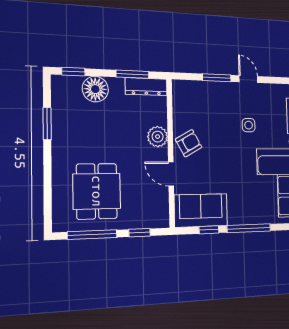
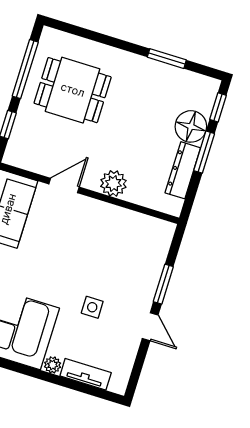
window: (133, 74) -> (204, 152), moved
door: (248, 79) -> (150, 327), hinge flipped
dresser: (146, 87) -> (183, 170), moved
armchair: (189, 143) -> (94, 220), removed

